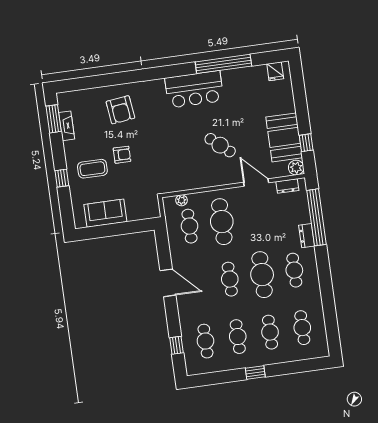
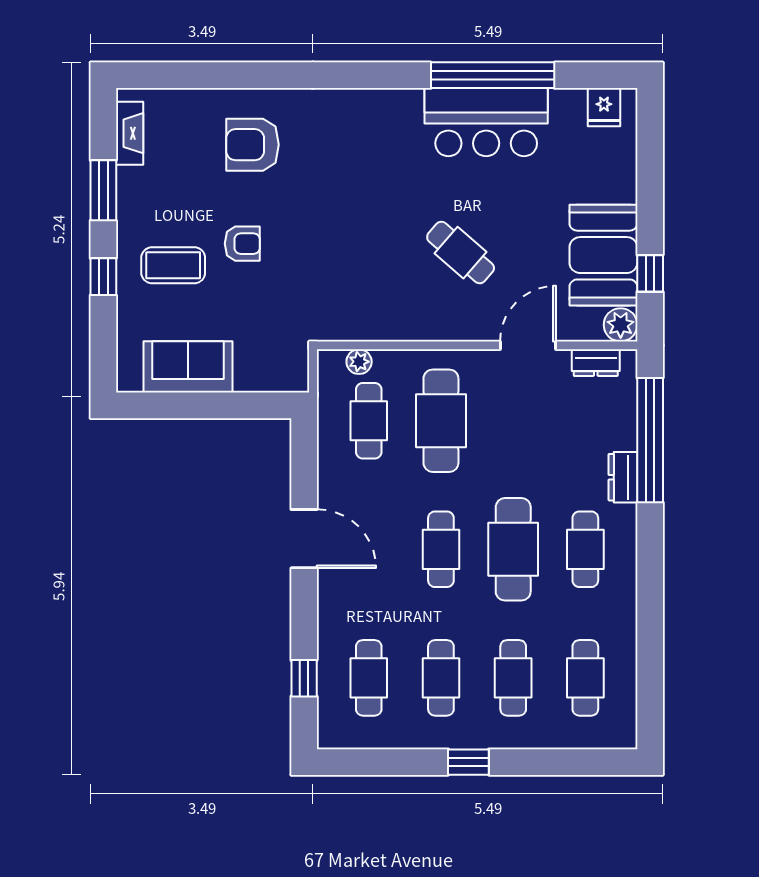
bar counter: (194, 89) -> (486, 122), moved
armchair: (120, 110) -> (252, 145), turned 97
window: (54, 119) -> (103, 190), moved
fireplace: (67, 126) -> (130, 133), moved
door: (256, 182) -> (528, 345), hinge flipped

